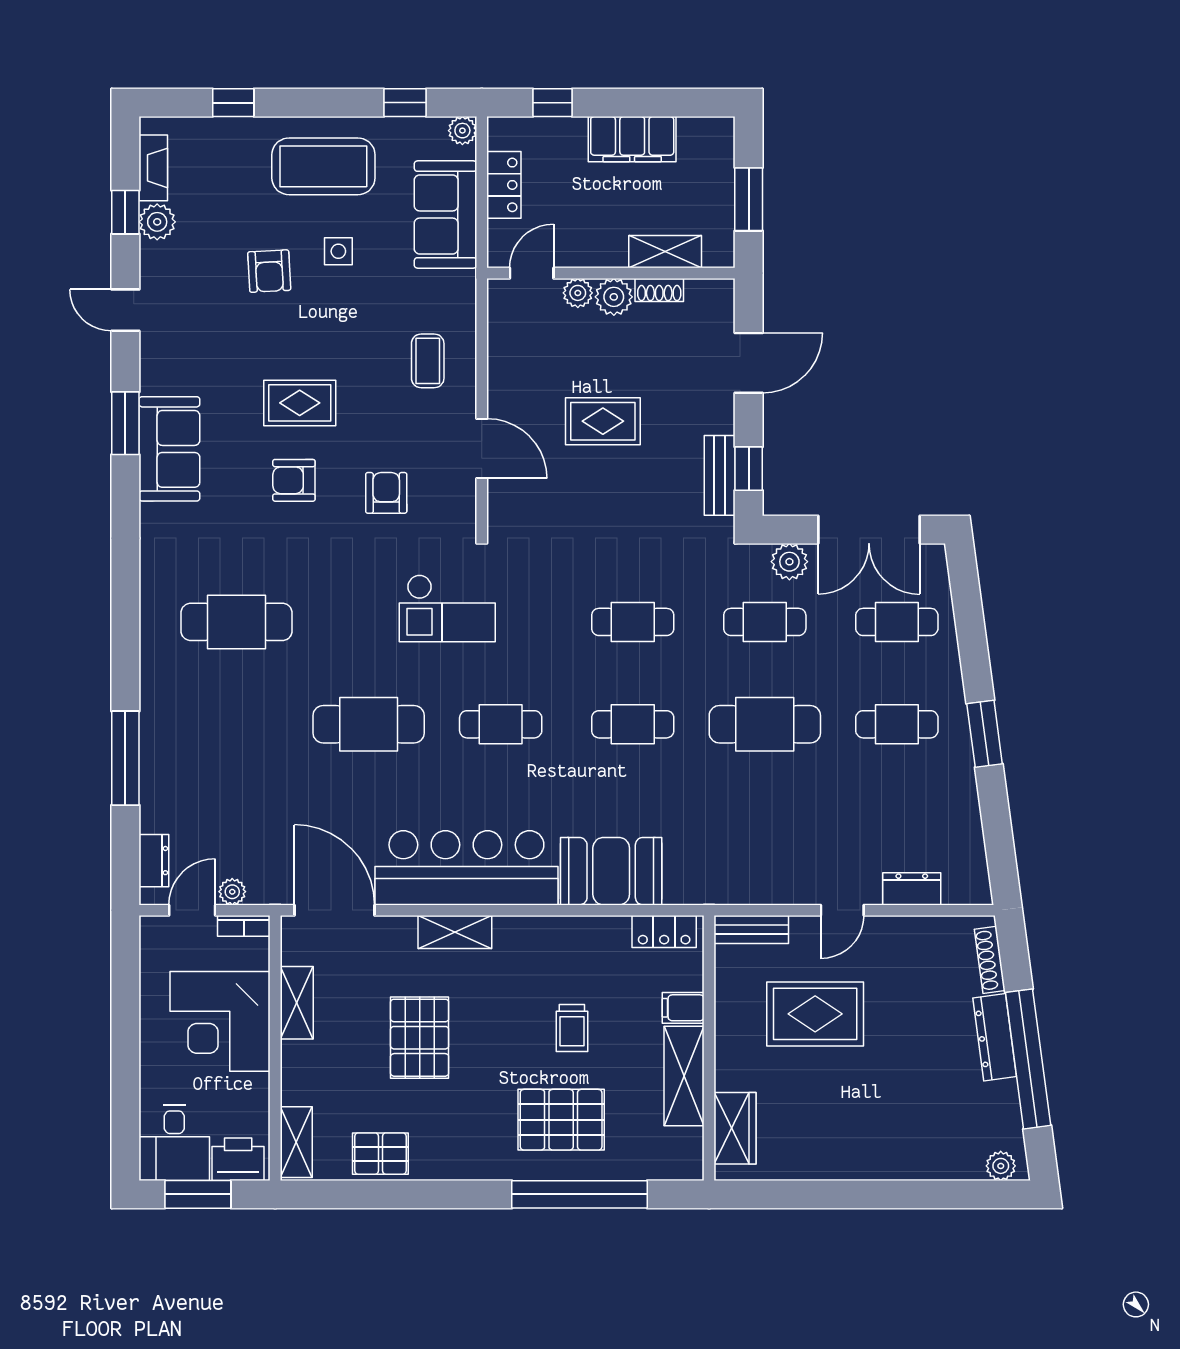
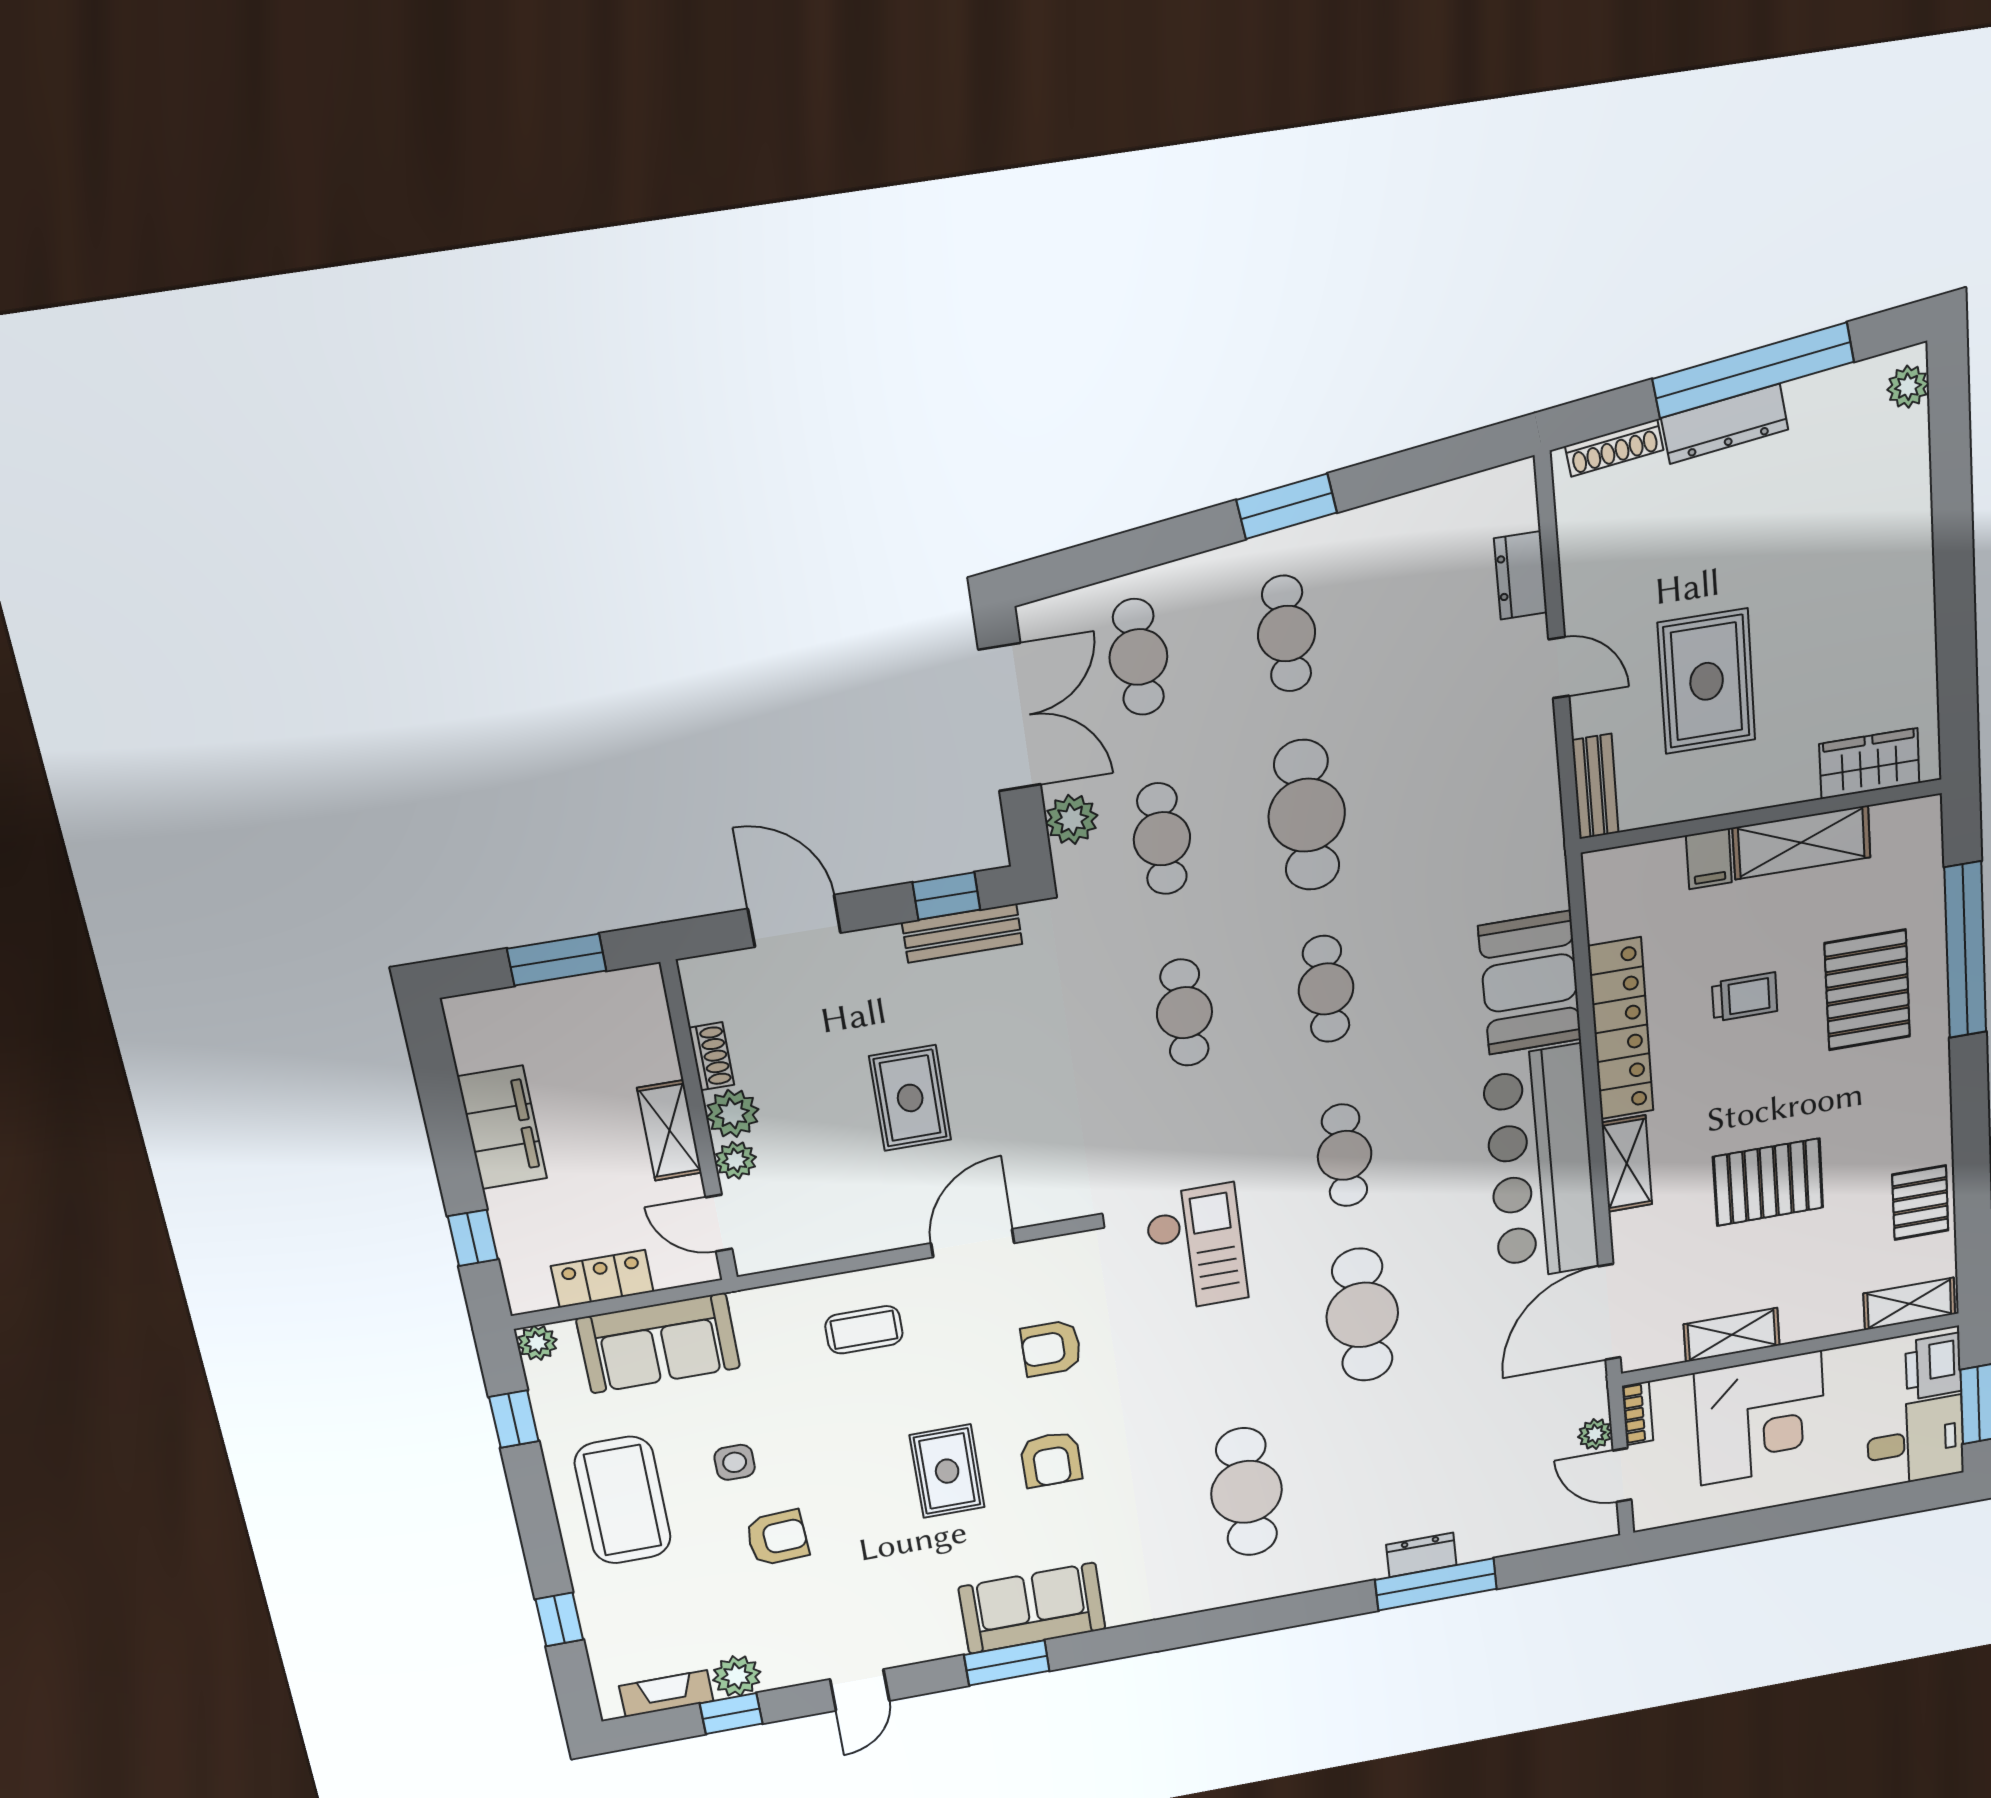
shelving: (665, 252) -> (669, 1130), moved
dresser: (154, 861) -> (1421, 1555), moved
locker: (664, 932) -> (1621, 1029), moved, width x2.16, depth x1.21

